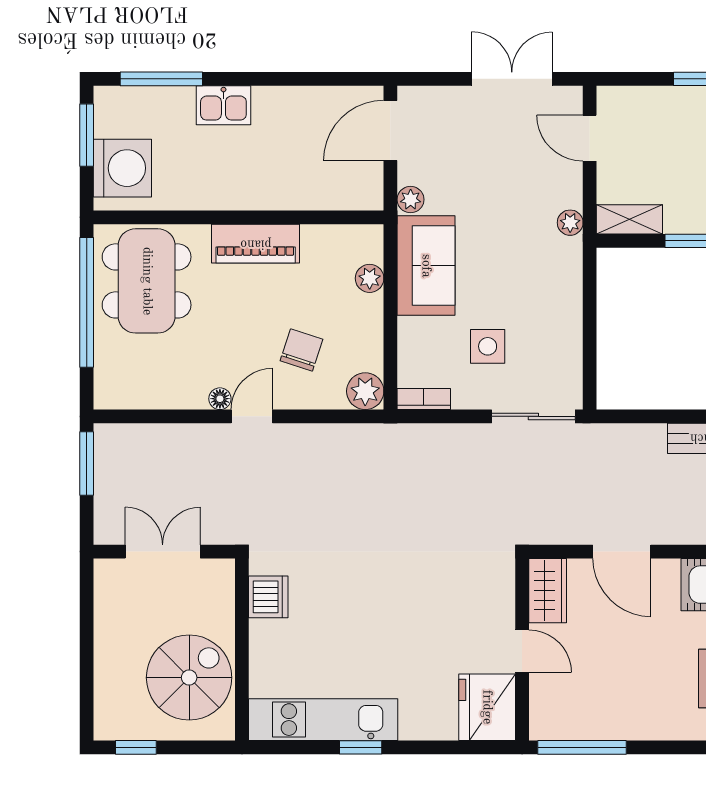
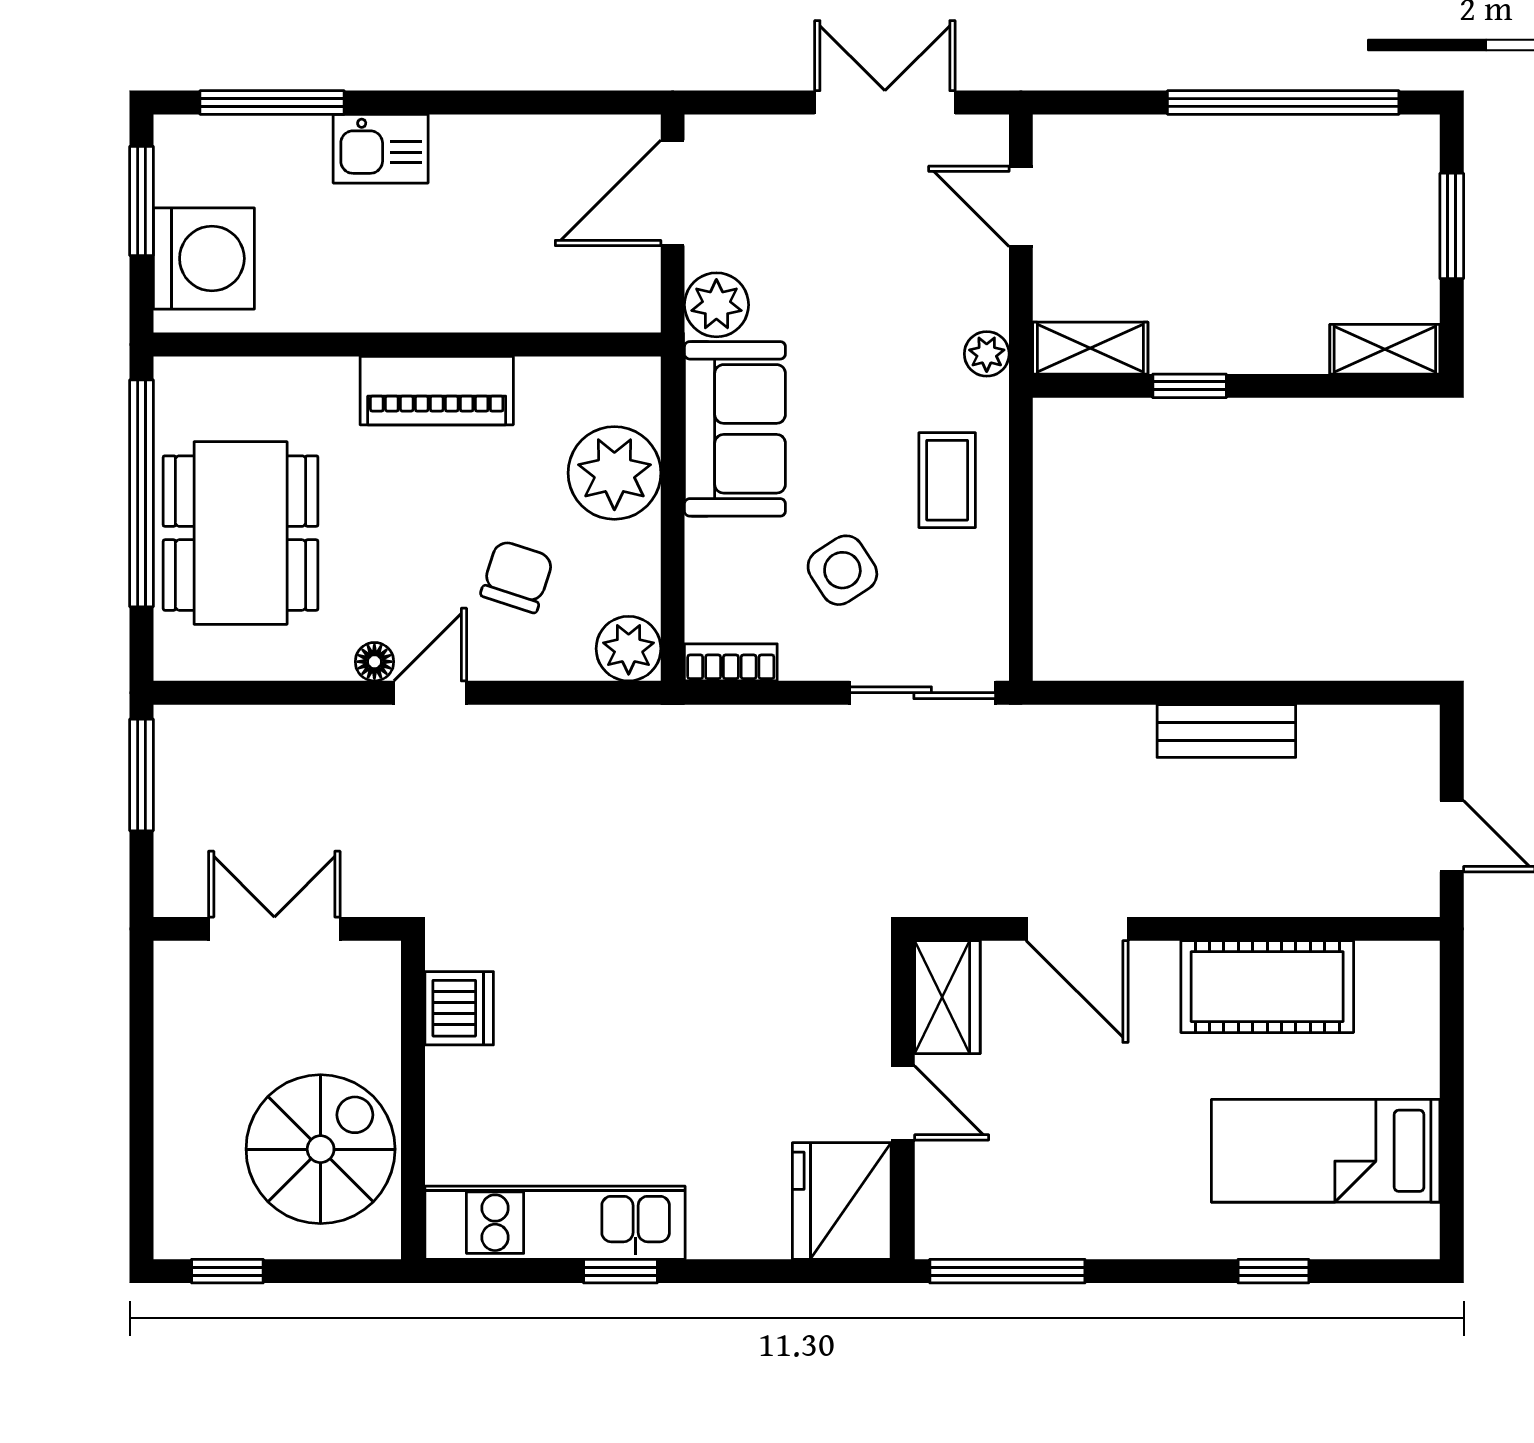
plant: (411, 200) -> (716, 305), width x1.38, depth x1.38
plant: (370, 278) -> (614, 473), width x1.88, depth x1.88
dining table: (147, 281) -> (241, 533), moved
coffee table: (548, 295) -> (947, 480), added
side table: (488, 346) -> (842, 570), turned -33

